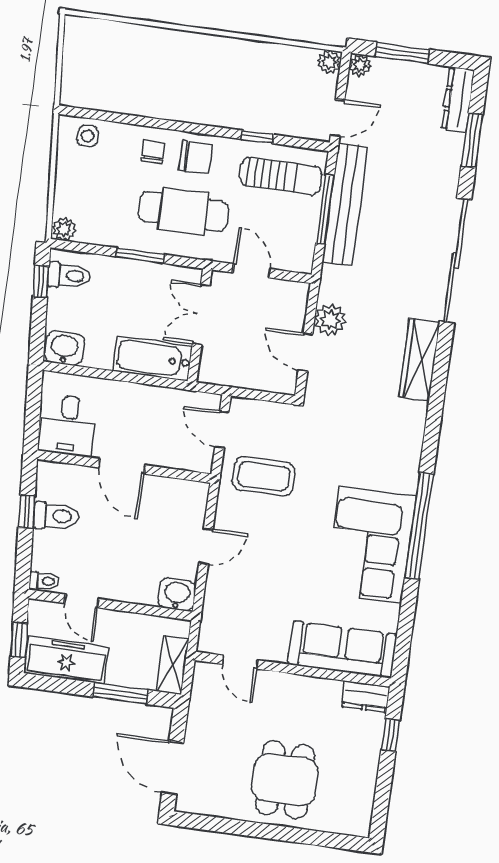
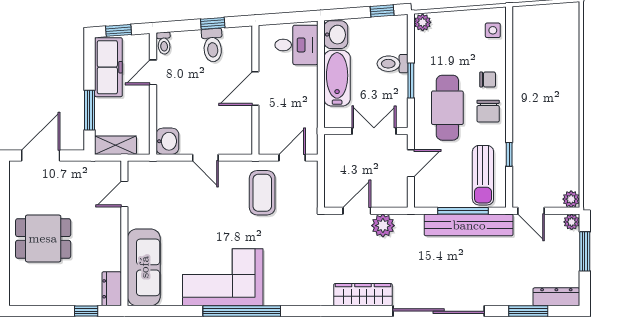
toilet: (69, 275) -> (392, 64), moved, turned 94
bathtub: (153, 358) -> (337, 78), moved
desk: (68, 425) -> (296, 45), moved, turned 180

